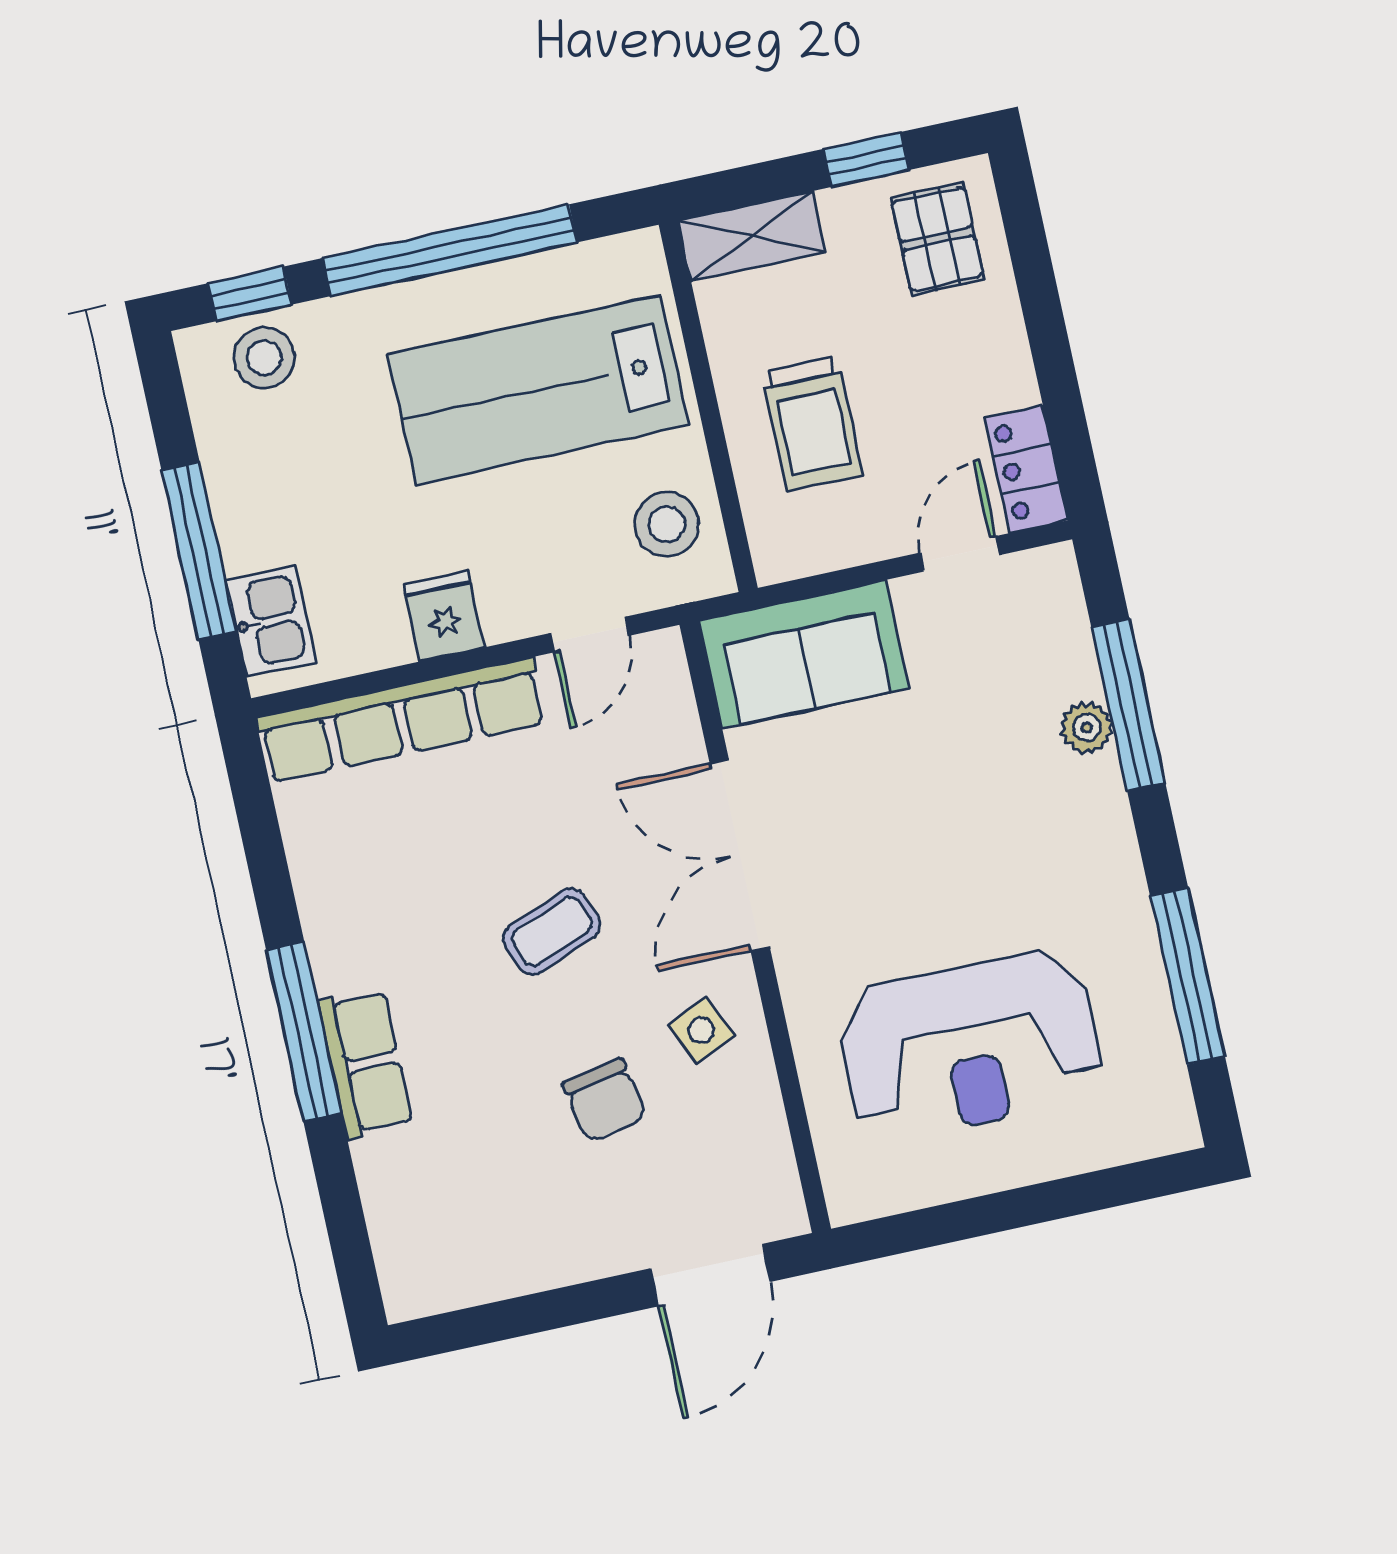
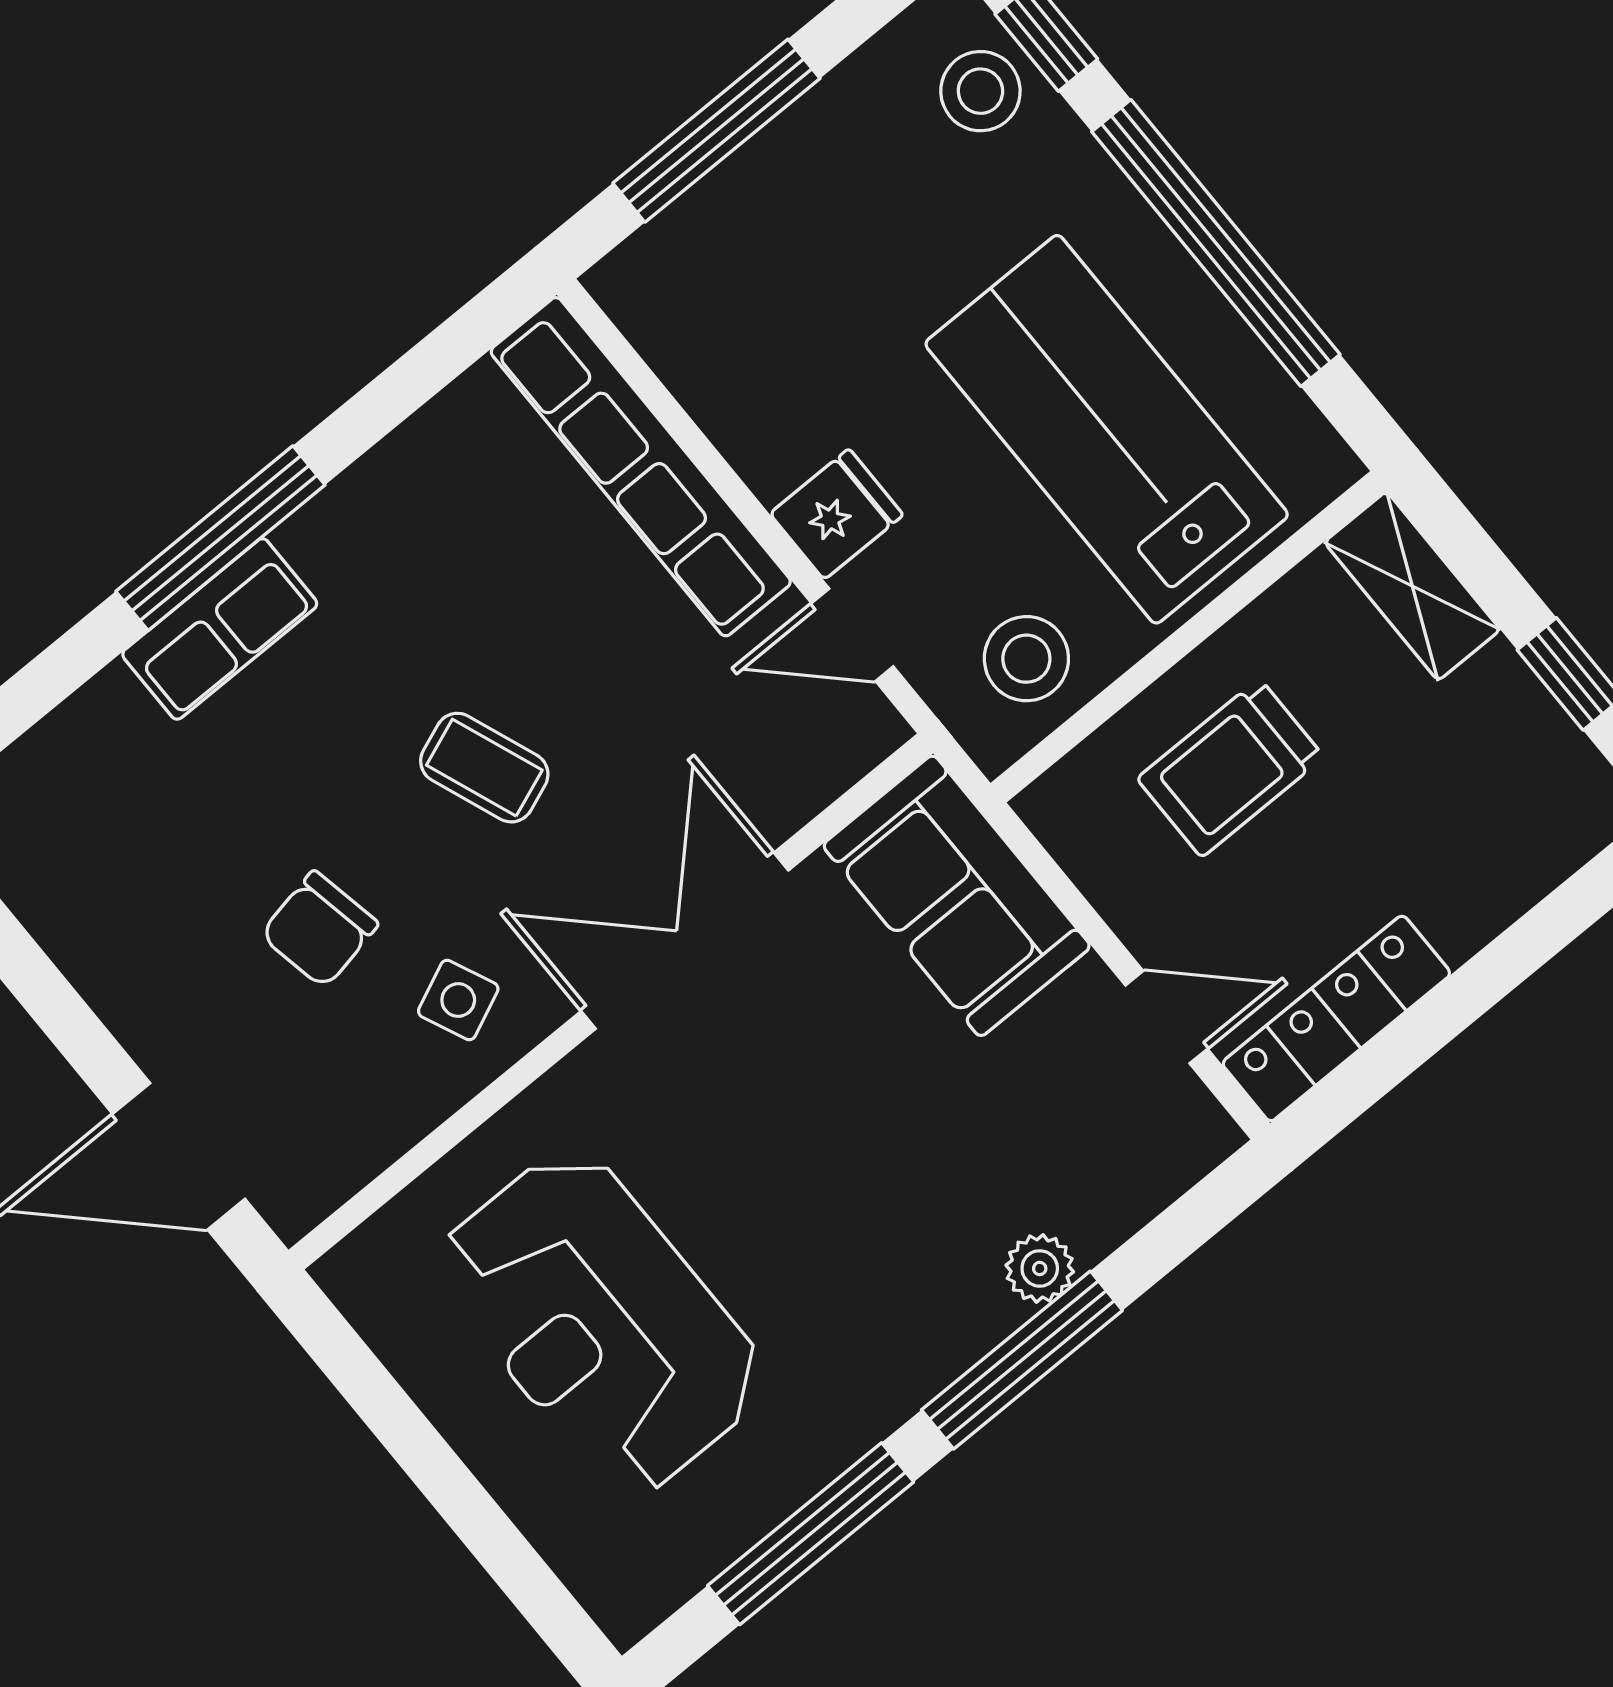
pallet: (937, 239) -> (1520, 803), removed
locker: (1026, 469) -> (1336, 1018), width x1.53
fridge: (444, 616) -> (836, 514), moved
kitchen sink: (271, 621) -> (678, 256), removed
window: (1128, 705) -> (1022, 1360), moved

